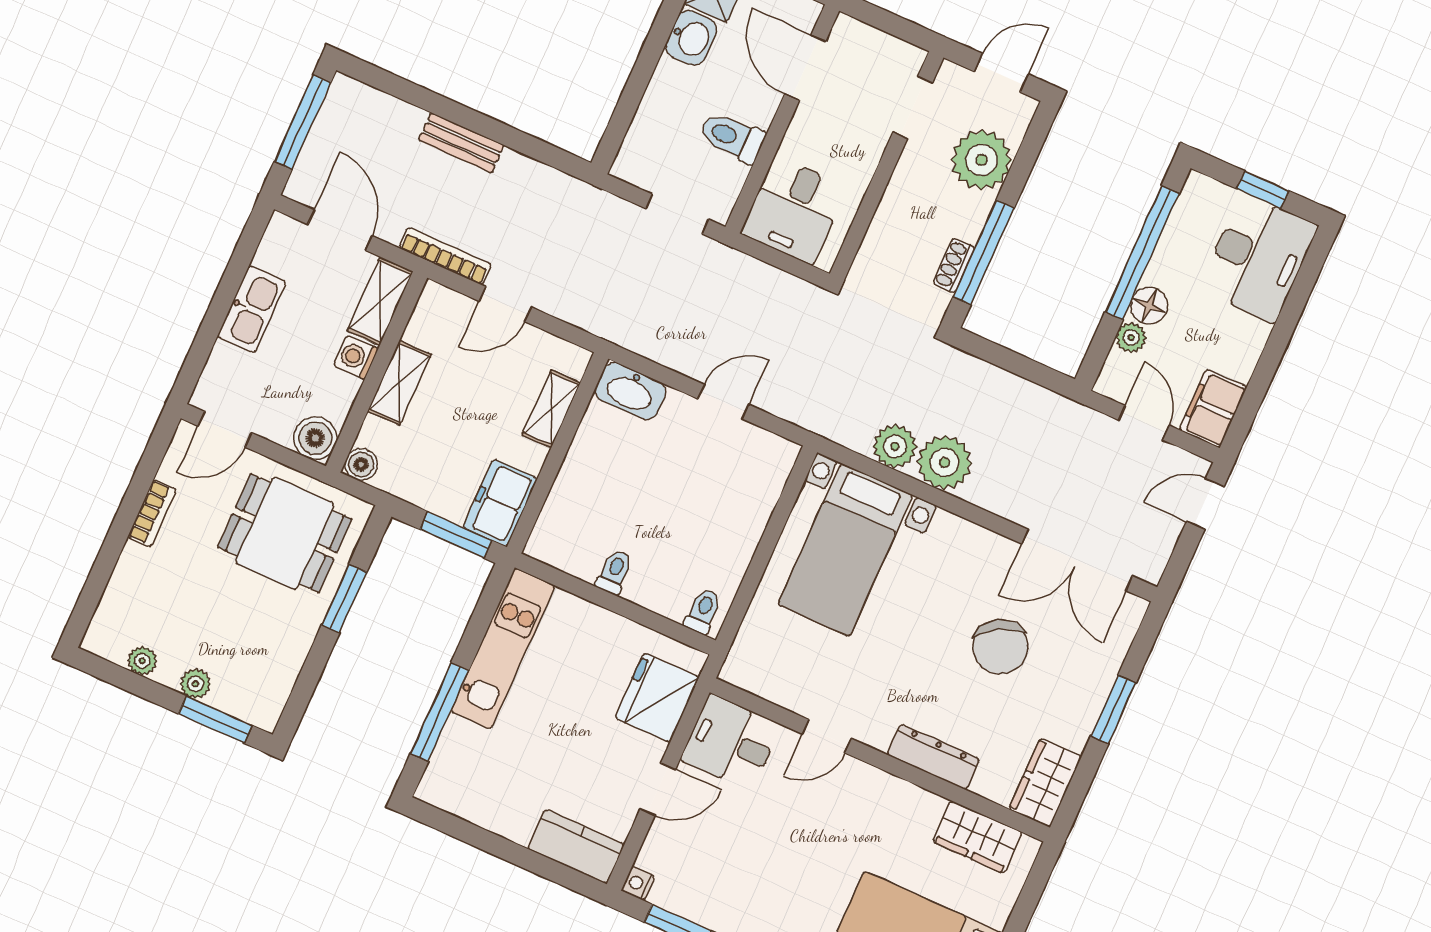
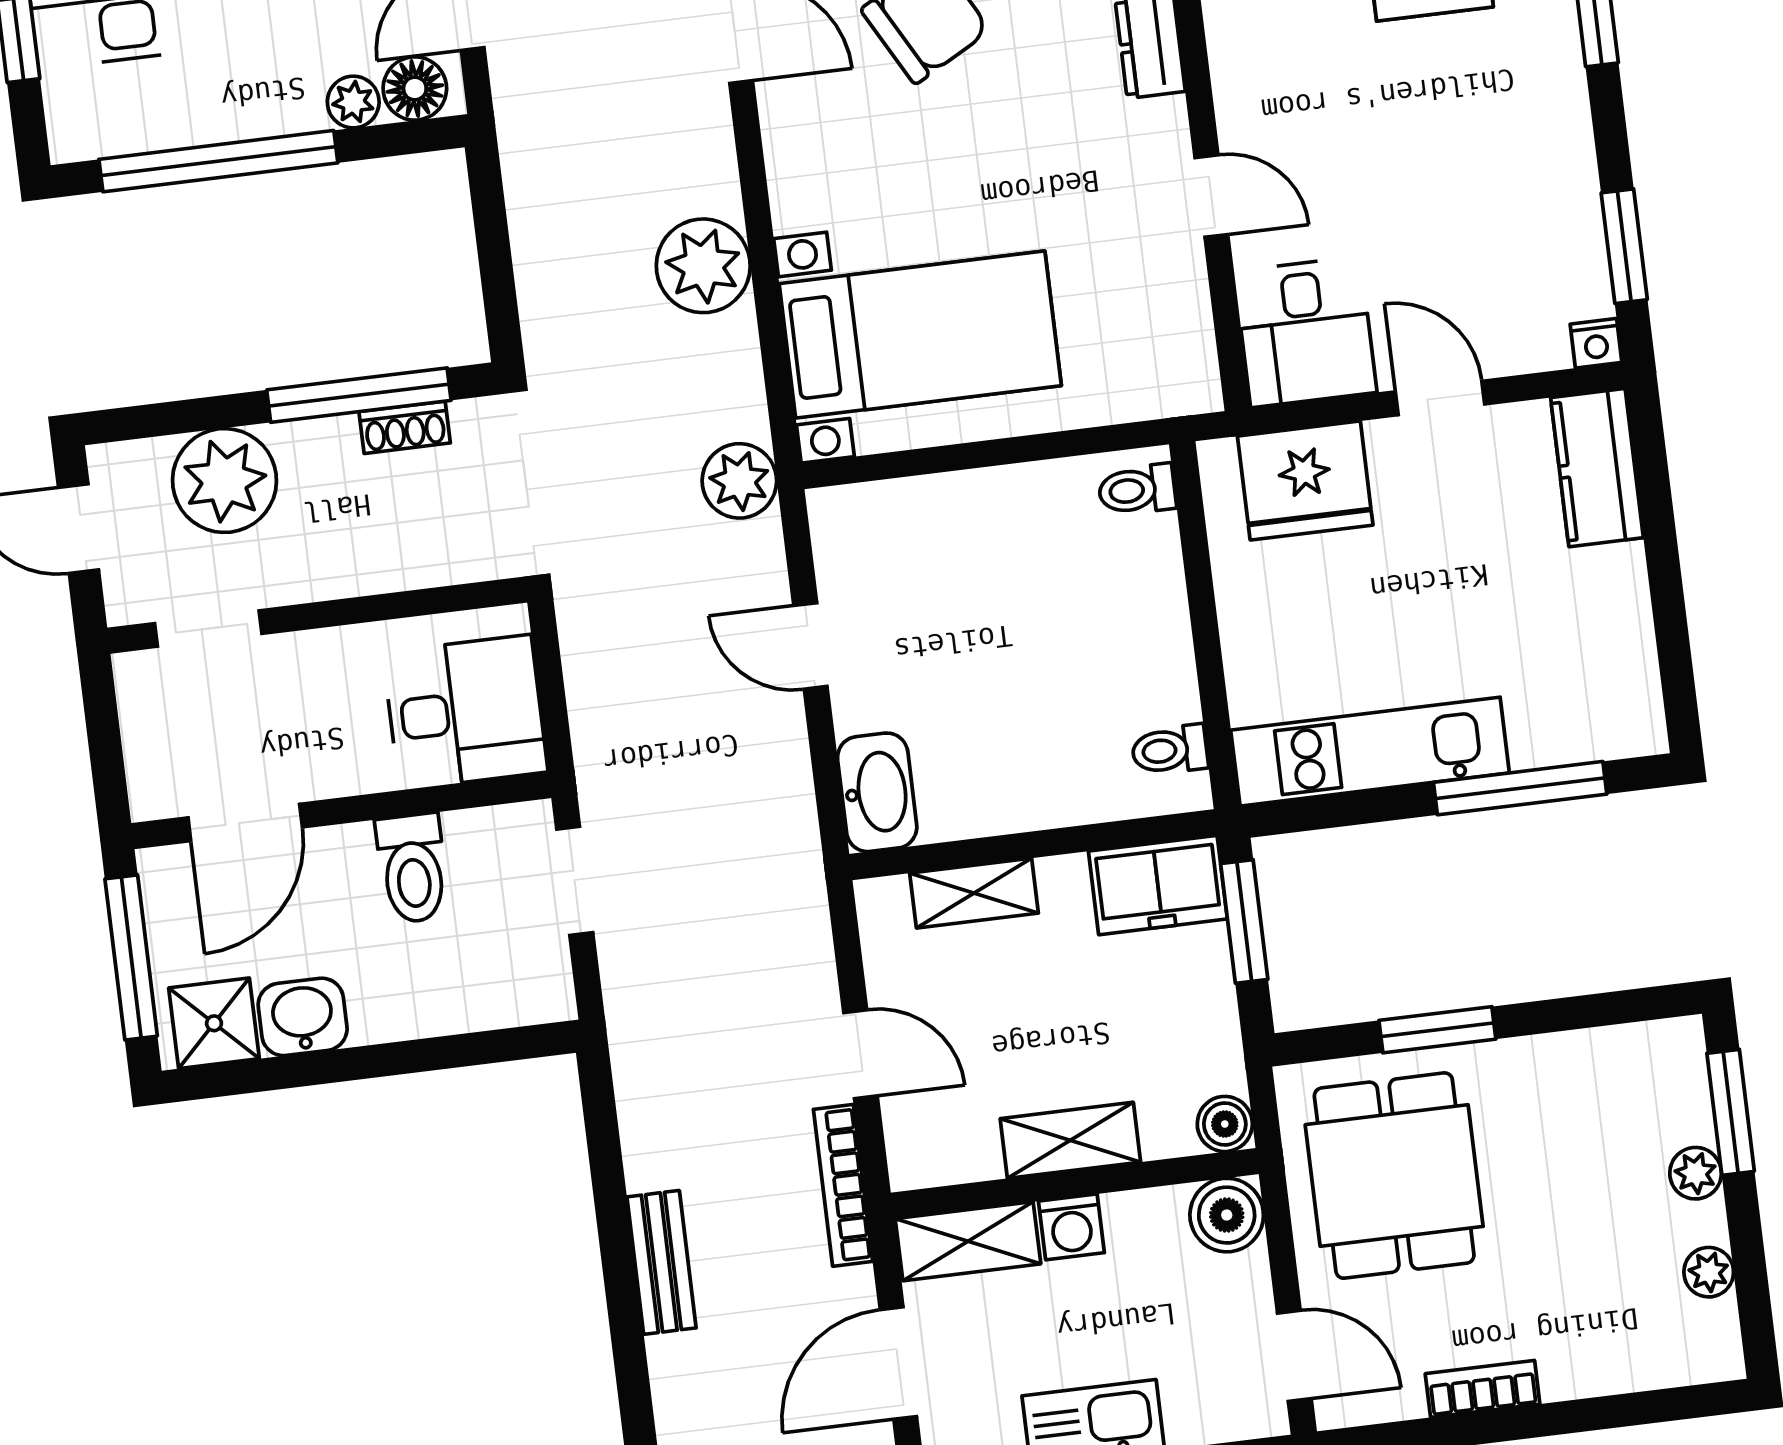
floor lamp: (1149, 306) -> (415, 89), moved
plant: (895, 446) -> (739, 481), moved
toilet: (614, 572) -> (1170, 750), moved

